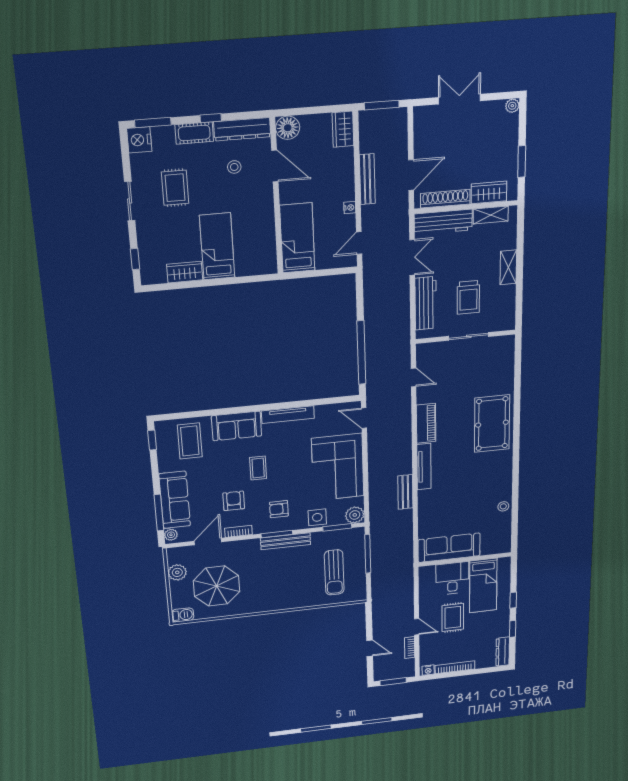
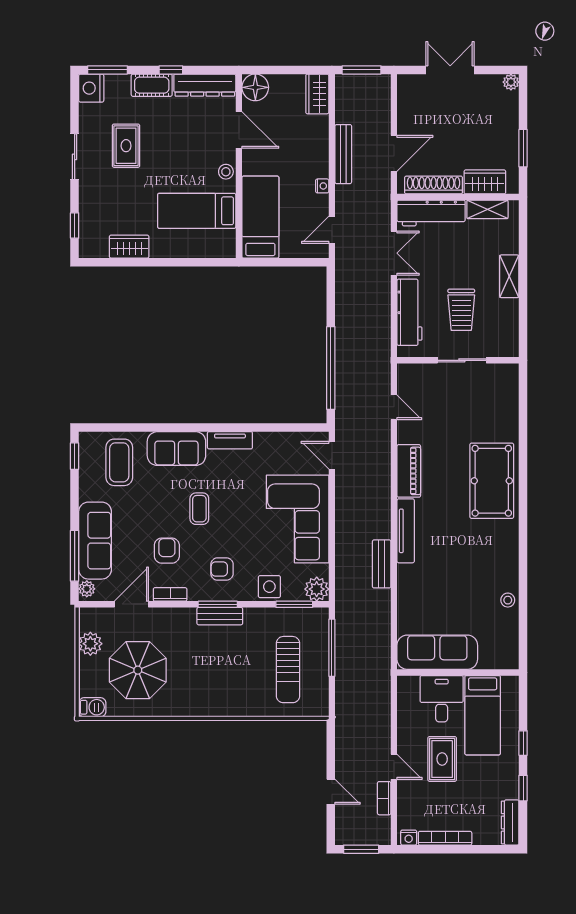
stool: (234, 167) -> (226, 172), moved
bed: (217, 246) -> (197, 211), moved, turned -90
tv unit: (288, 415) -> (230, 440), width x0.71
bench: (286, 541) -> (220, 616), width x0.73

